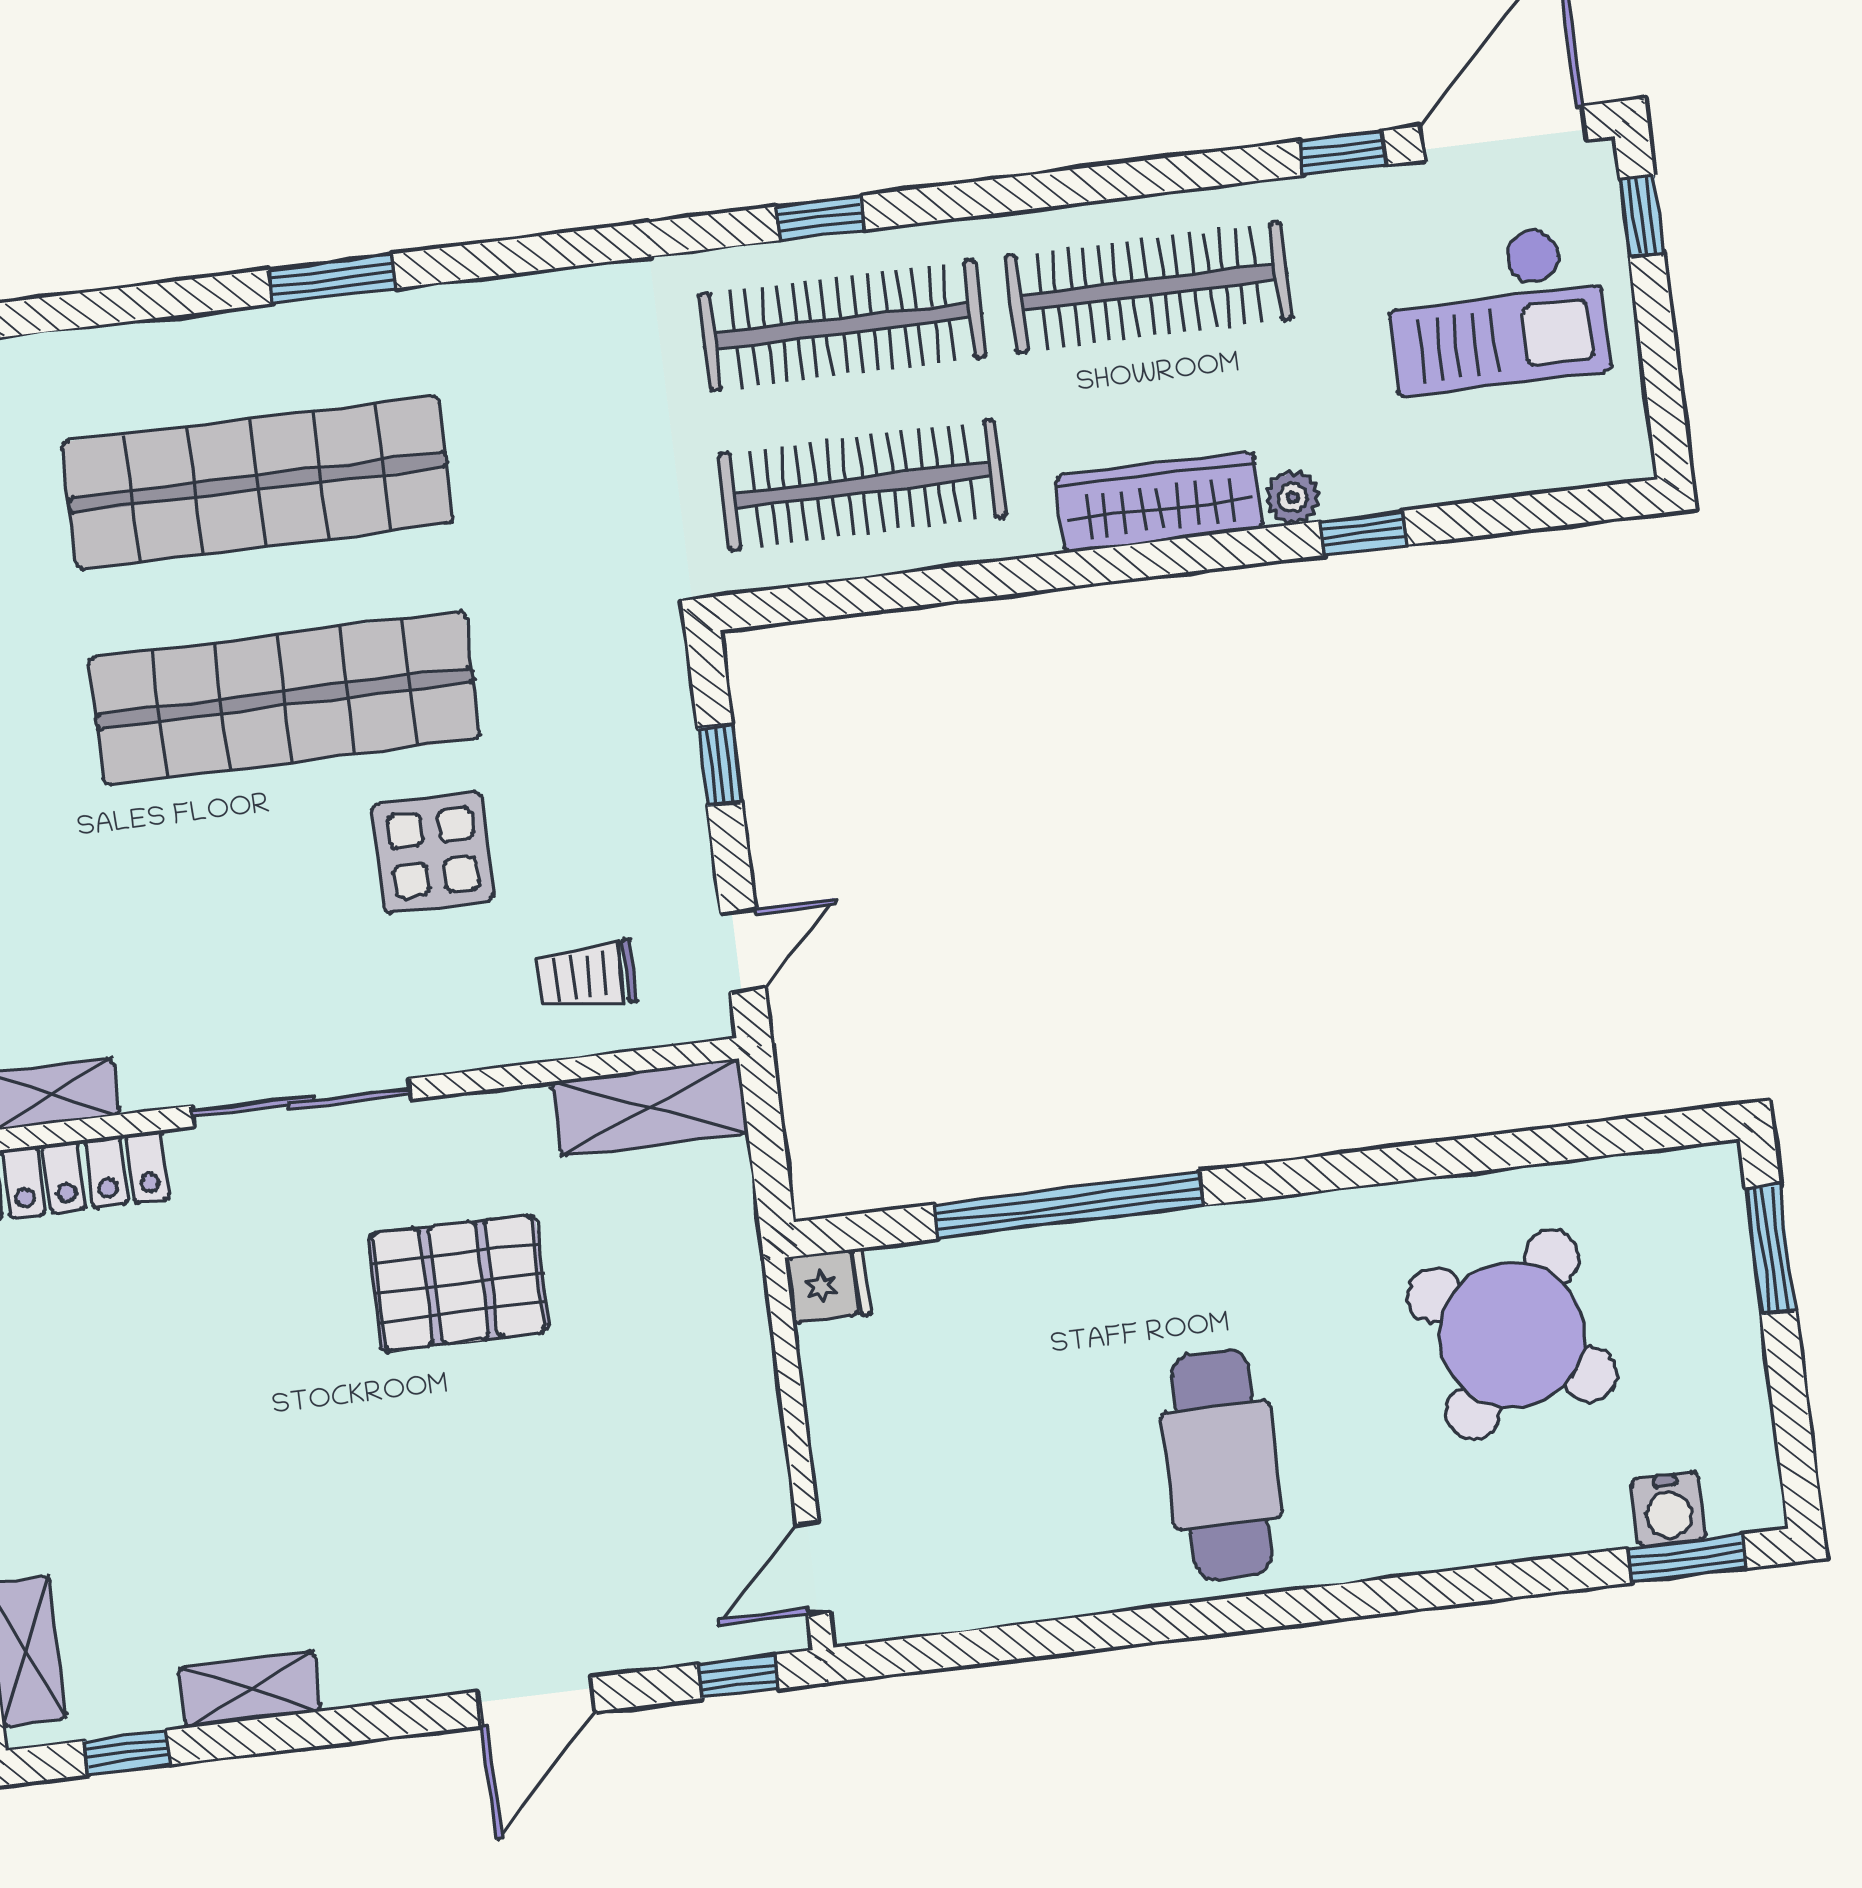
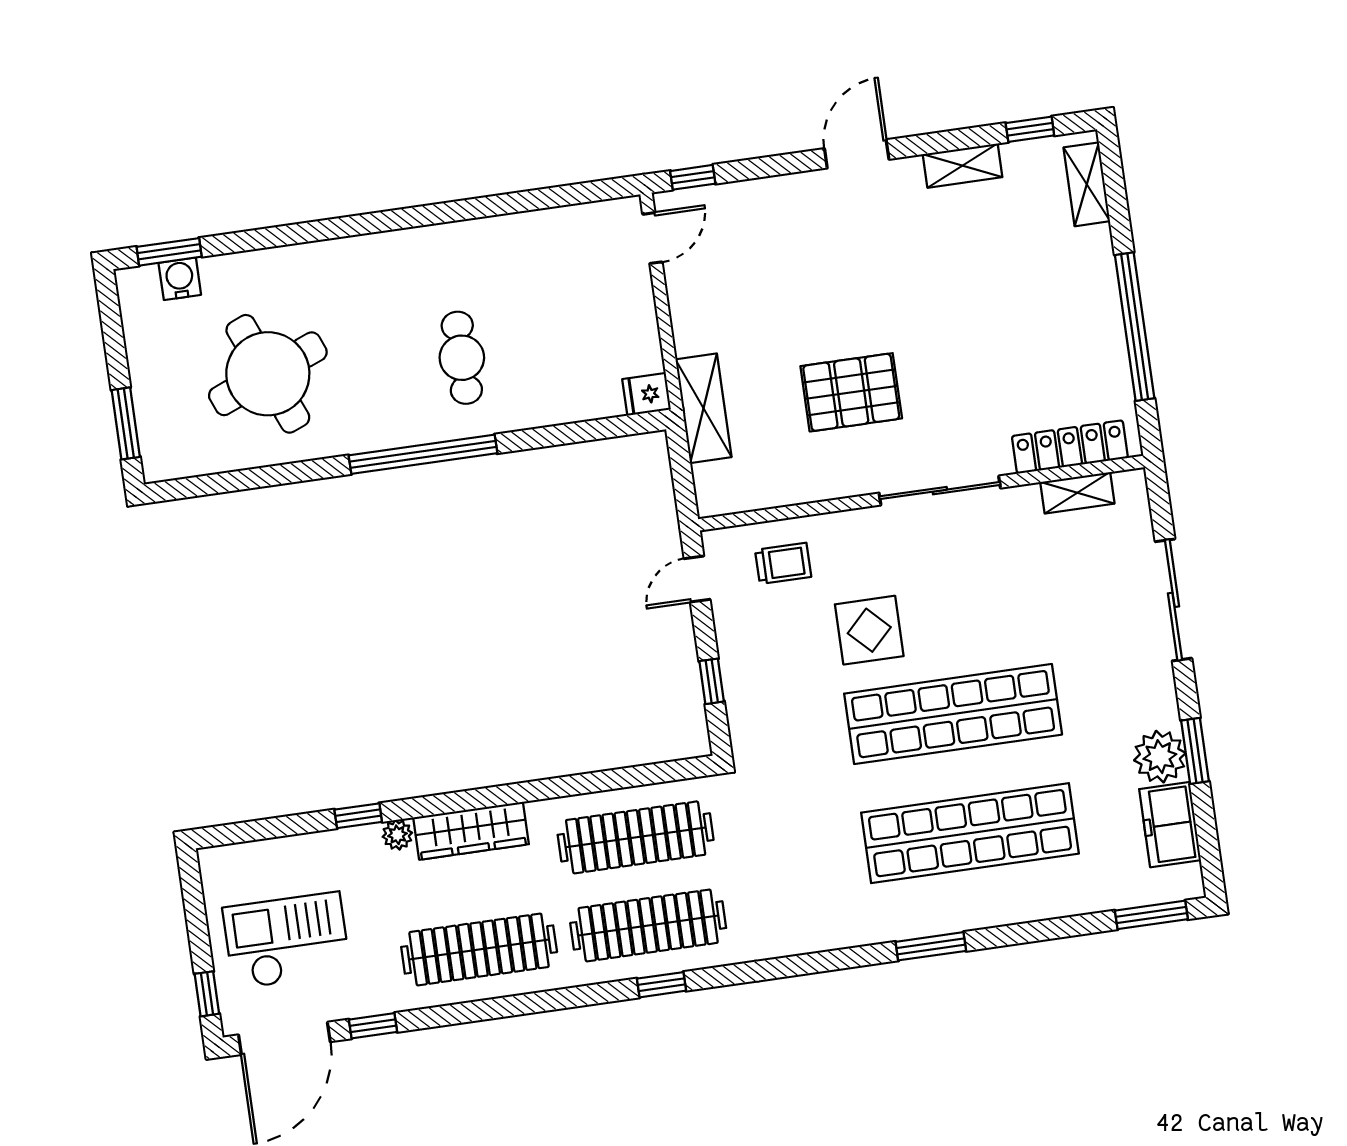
shelving: (650, 1108) -> (703, 408), moved, turned 90
window: (1069, 1205) -> (423, 454), moved
round table: (1512, 1335) -> (268, 374), turned 34
cafe table: (1222, 1465) -> (462, 358), moved, width x0.73, depth x0.74
door: (536, 1702) -> (857, 154), moved

